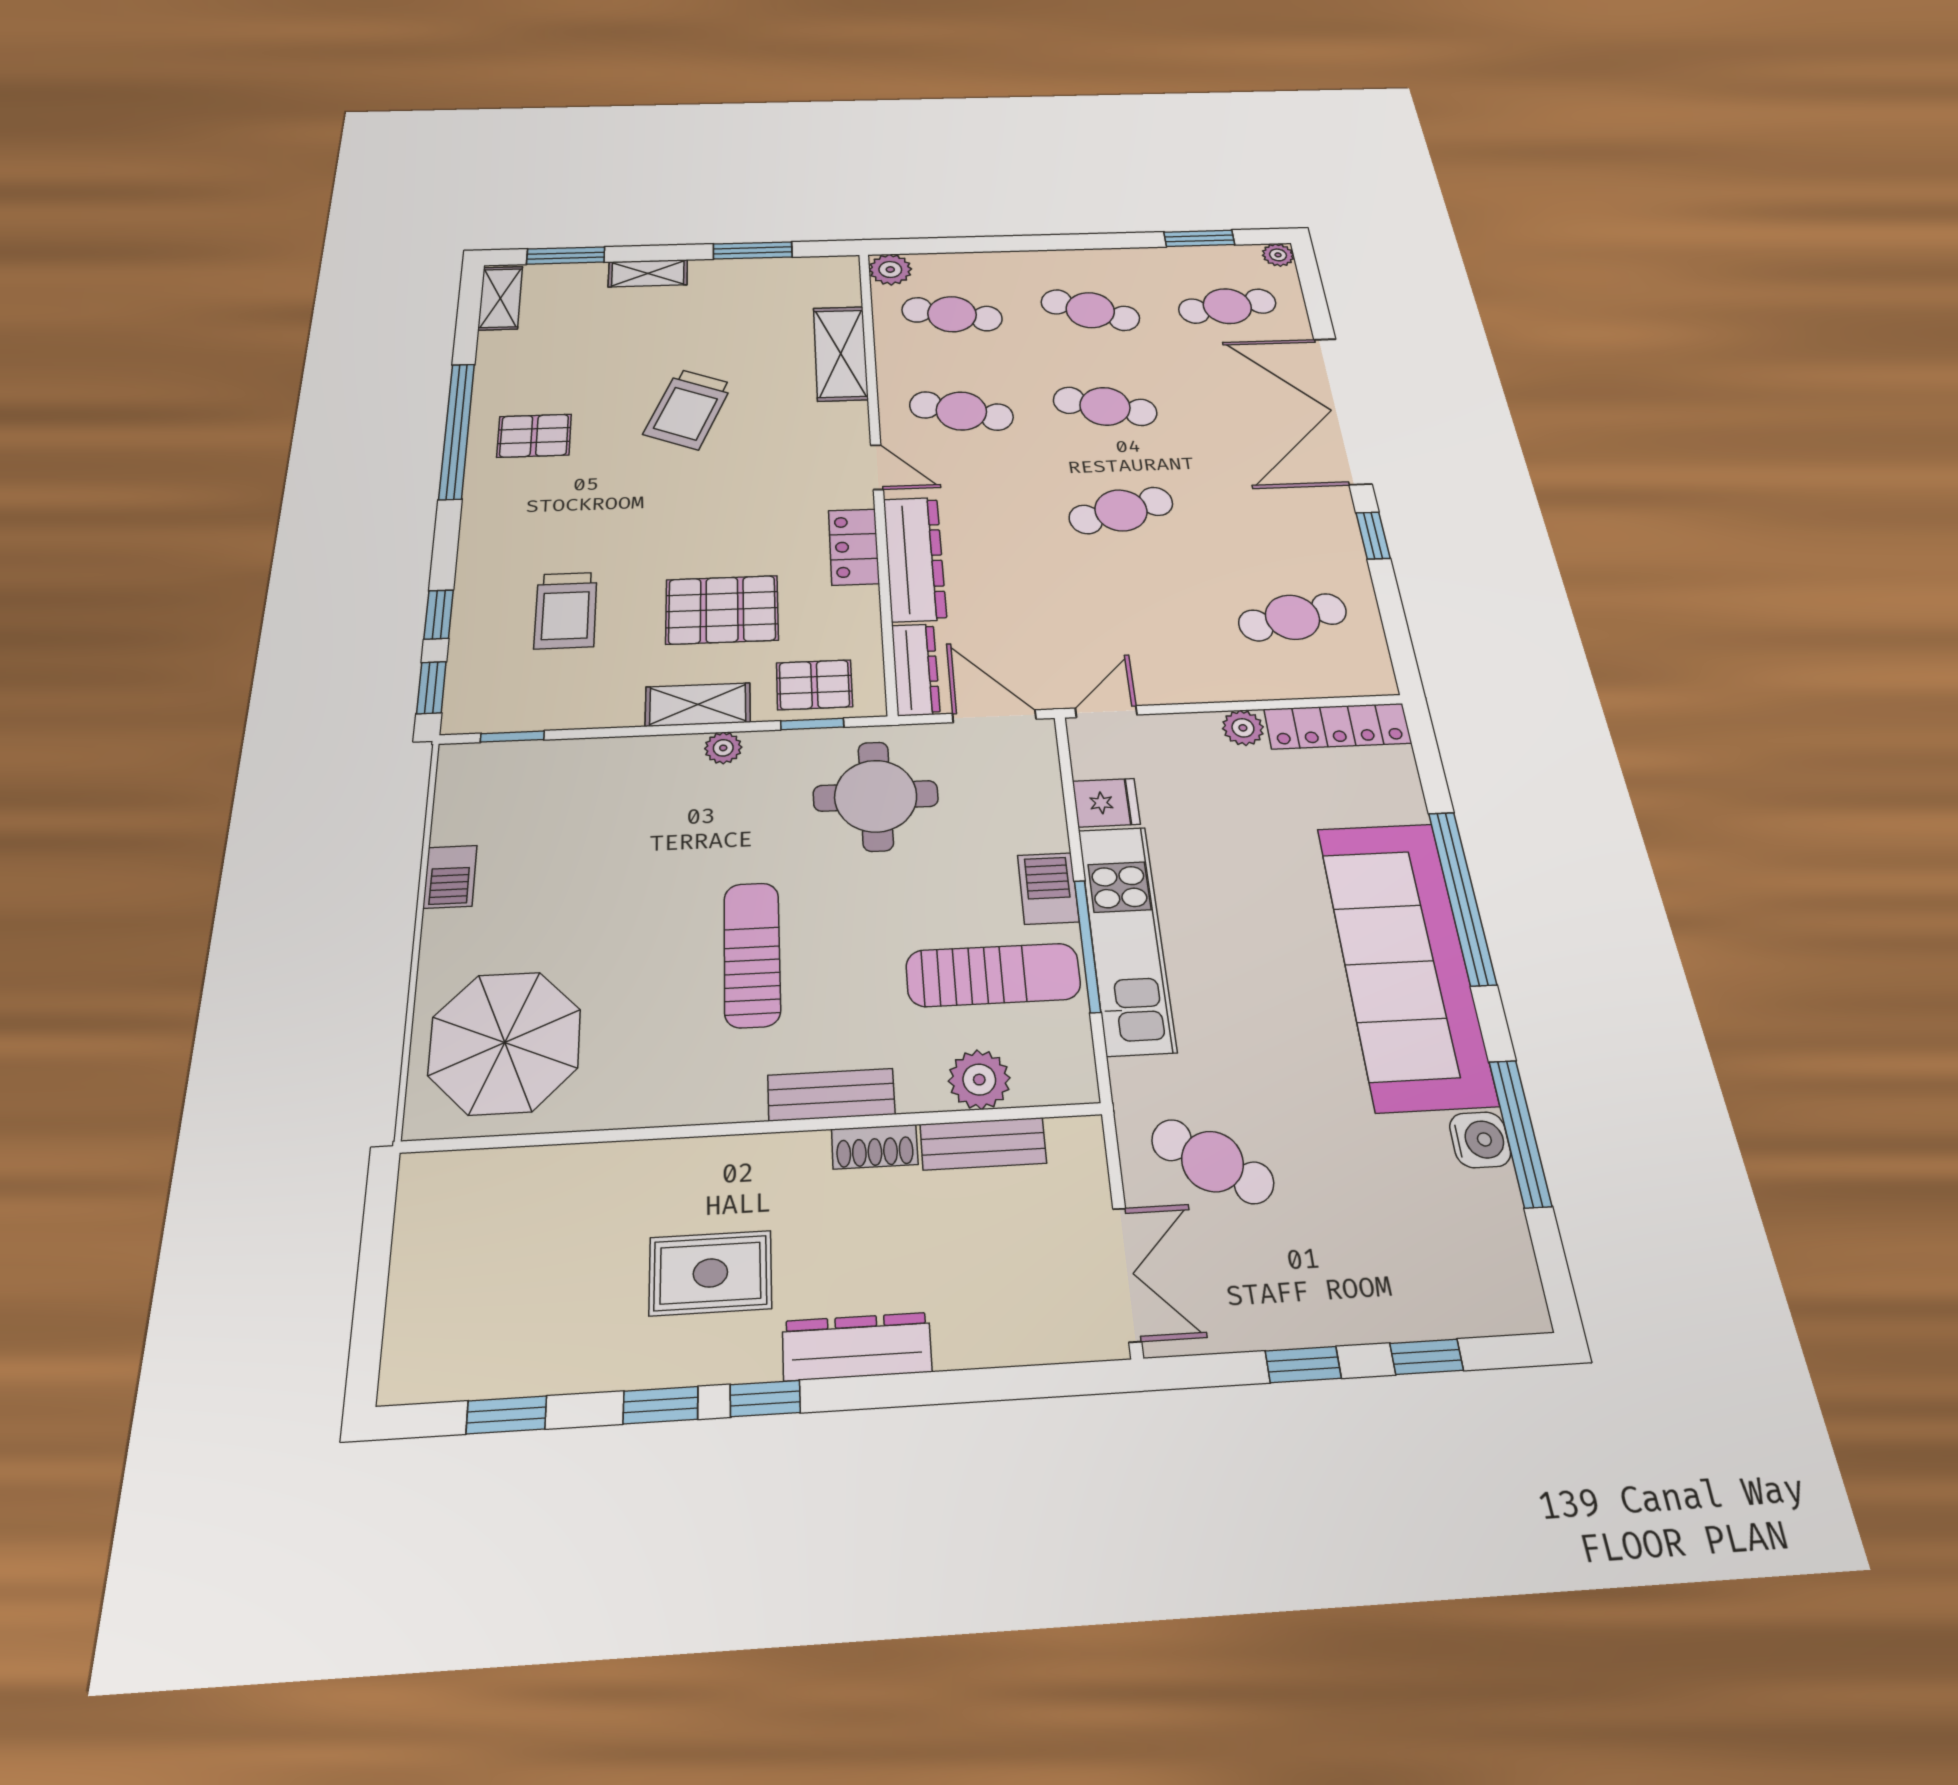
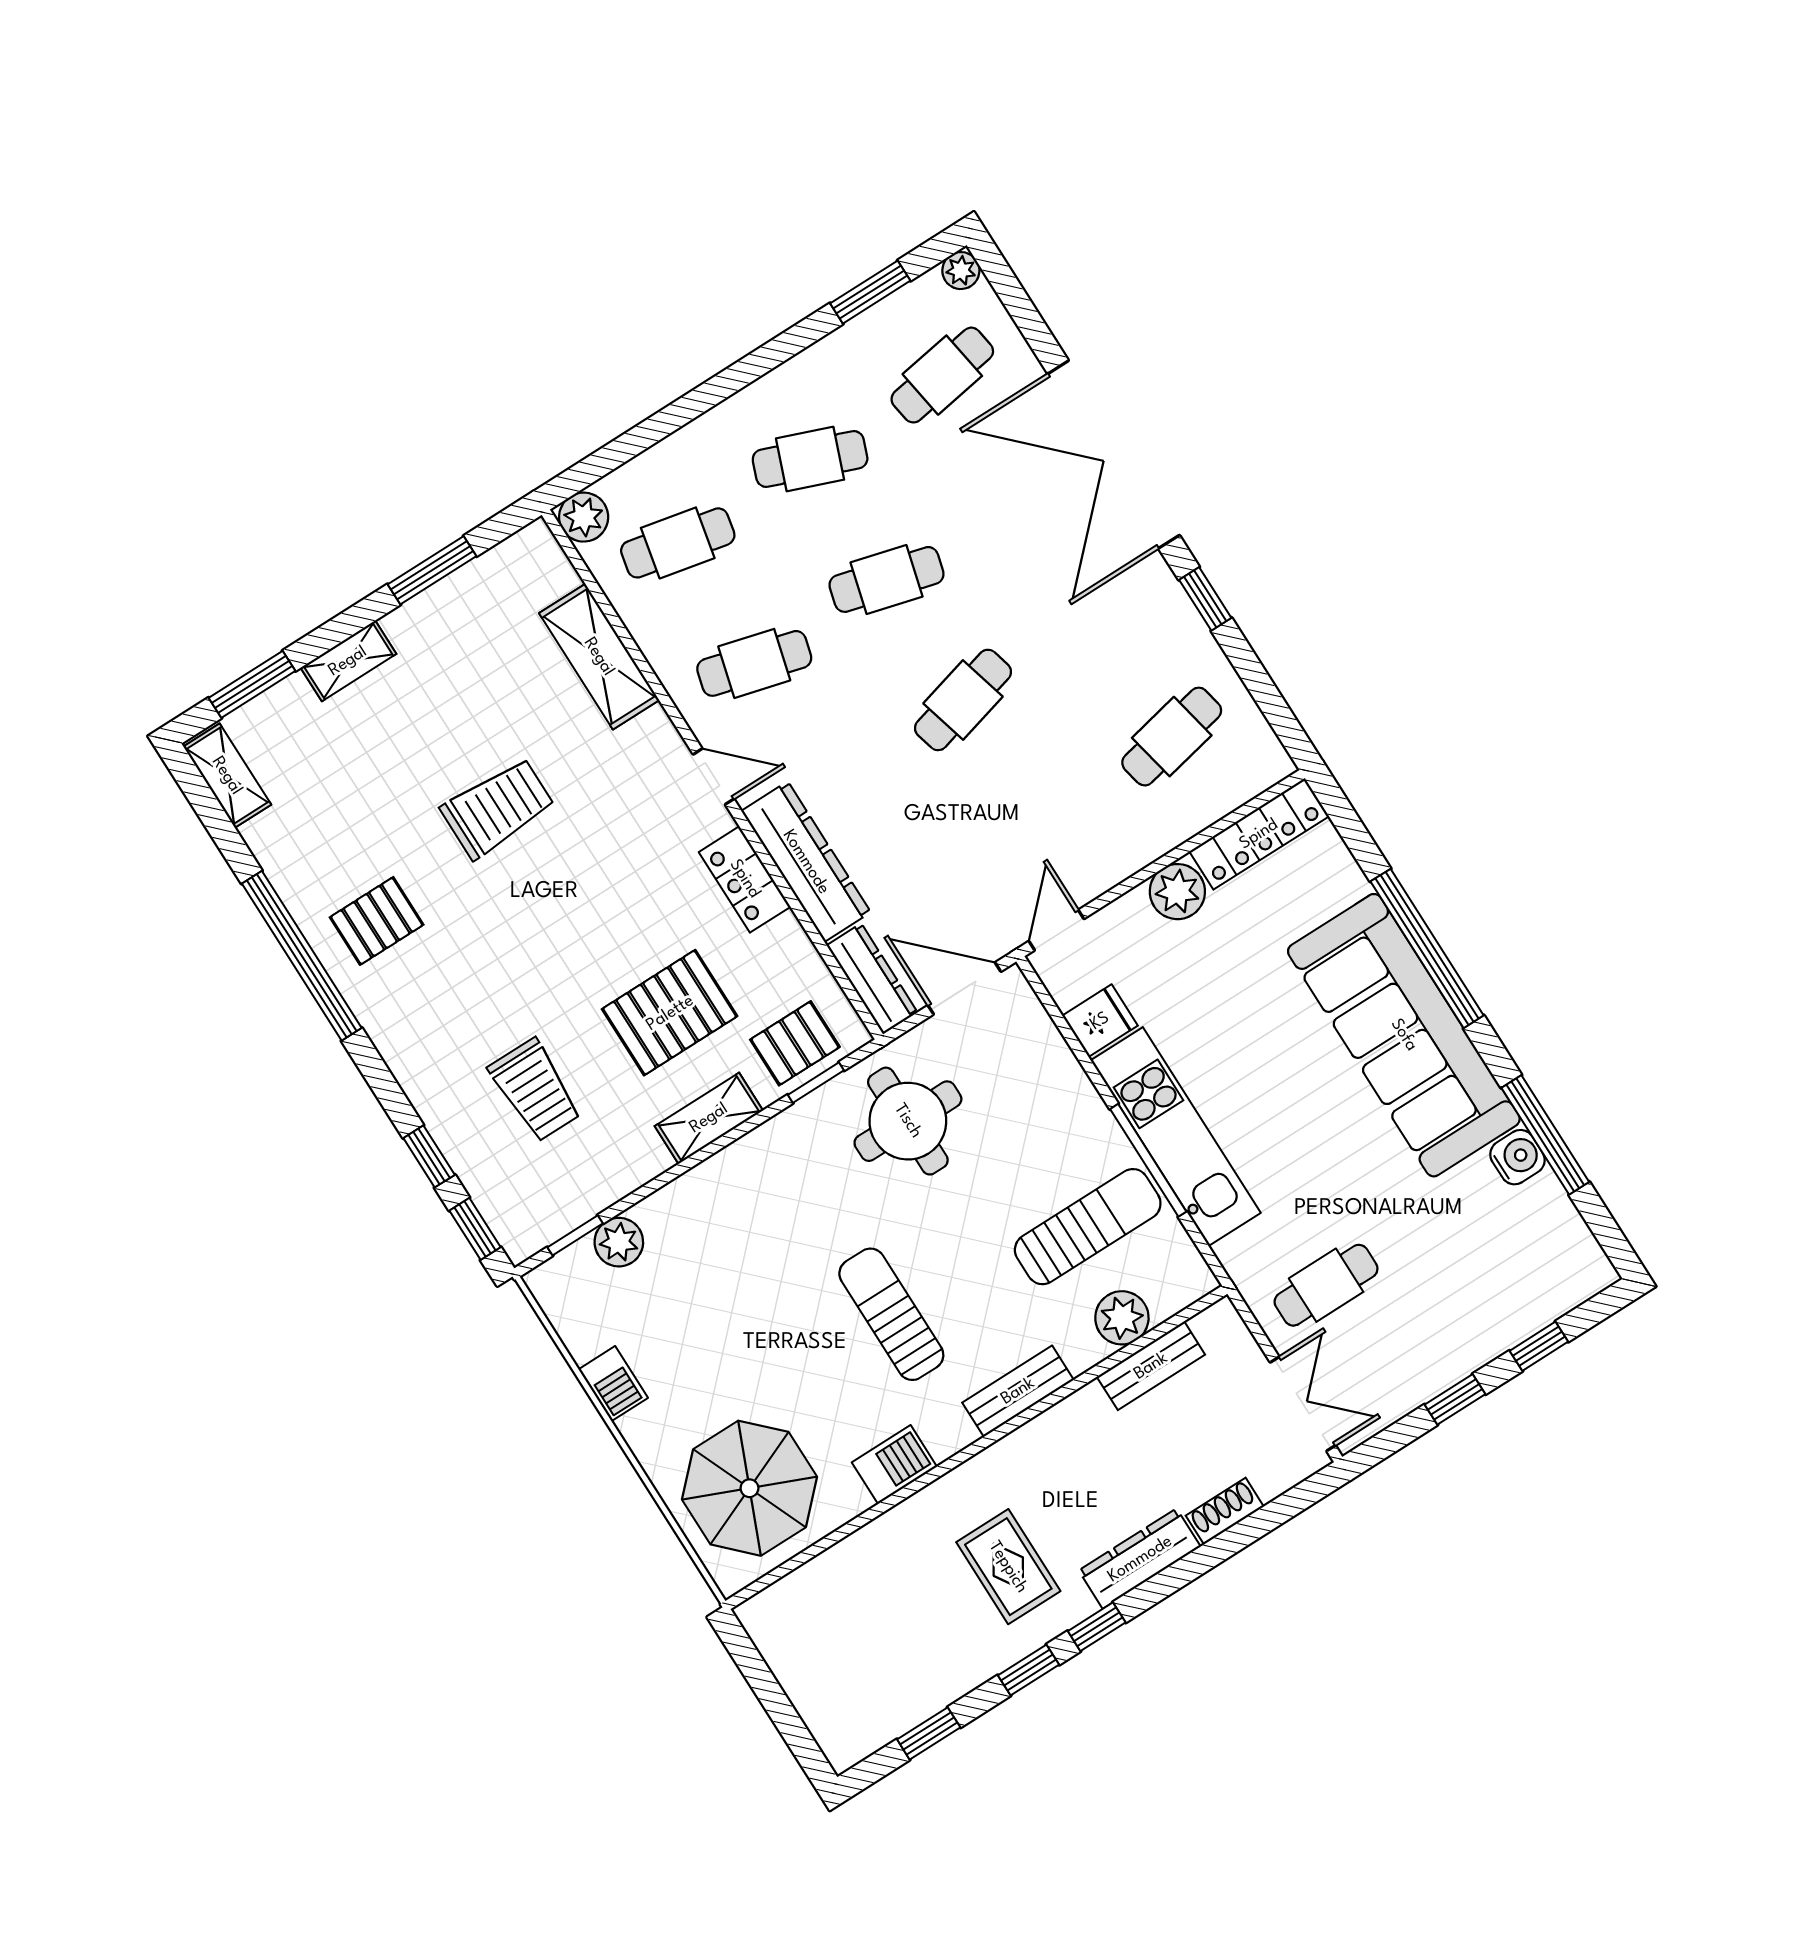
trolley: (688, 409) -> (498, 808), turned -112
plant: (1243, 728) -> (1177, 892), width x1.38, depth x1.38
plant: (723, 748) -> (619, 1242), moved, width x1.38, depth x1.38
barbecue: (1048, 888) -> (894, 1465), moved, turned 90
shoe rack: (875, 1147) -> (1225, 1511), moved, turned 180
cafe table: (1212, 1161) -> (1326, 1285), turned -32
rug: (710, 1273) -> (1008, 1567), turned 90

